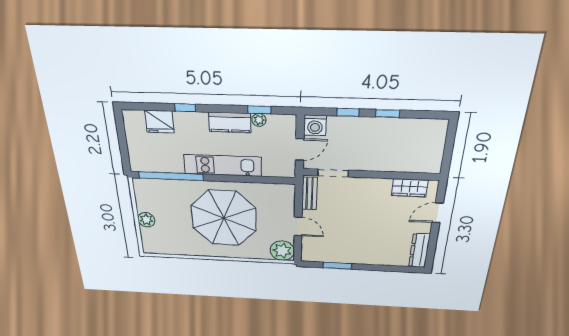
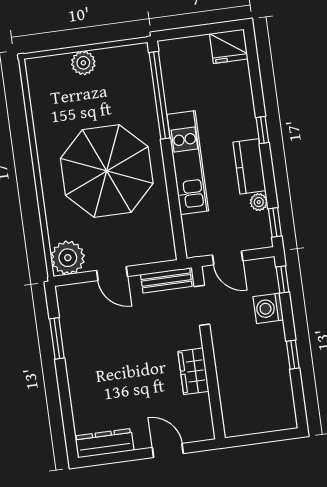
window: (185, 108) -> (262, 130), moved
window: (259, 110) -> (275, 222), moved
window: (348, 112) -> (283, 280), moved
fridge: (159, 122) -> (229, 46), moved, turned -90
washing machine: (315, 125) -> (268, 308), moved
wardrobe: (410, 188) -> (193, 371), moved
door: (298, 226) -> (112, 273), hinge flipped

